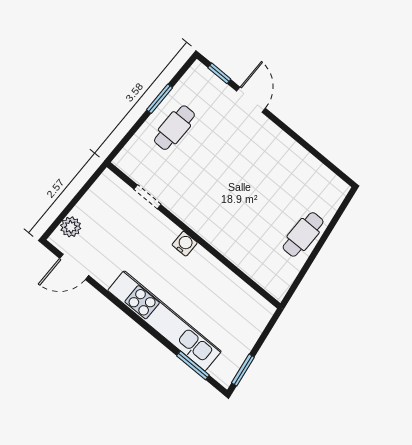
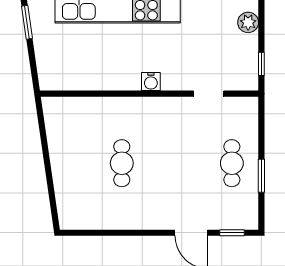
window: (87, 186) -> (261, 64), added
cafe table: (303, 234) -> (122, 163), moved

